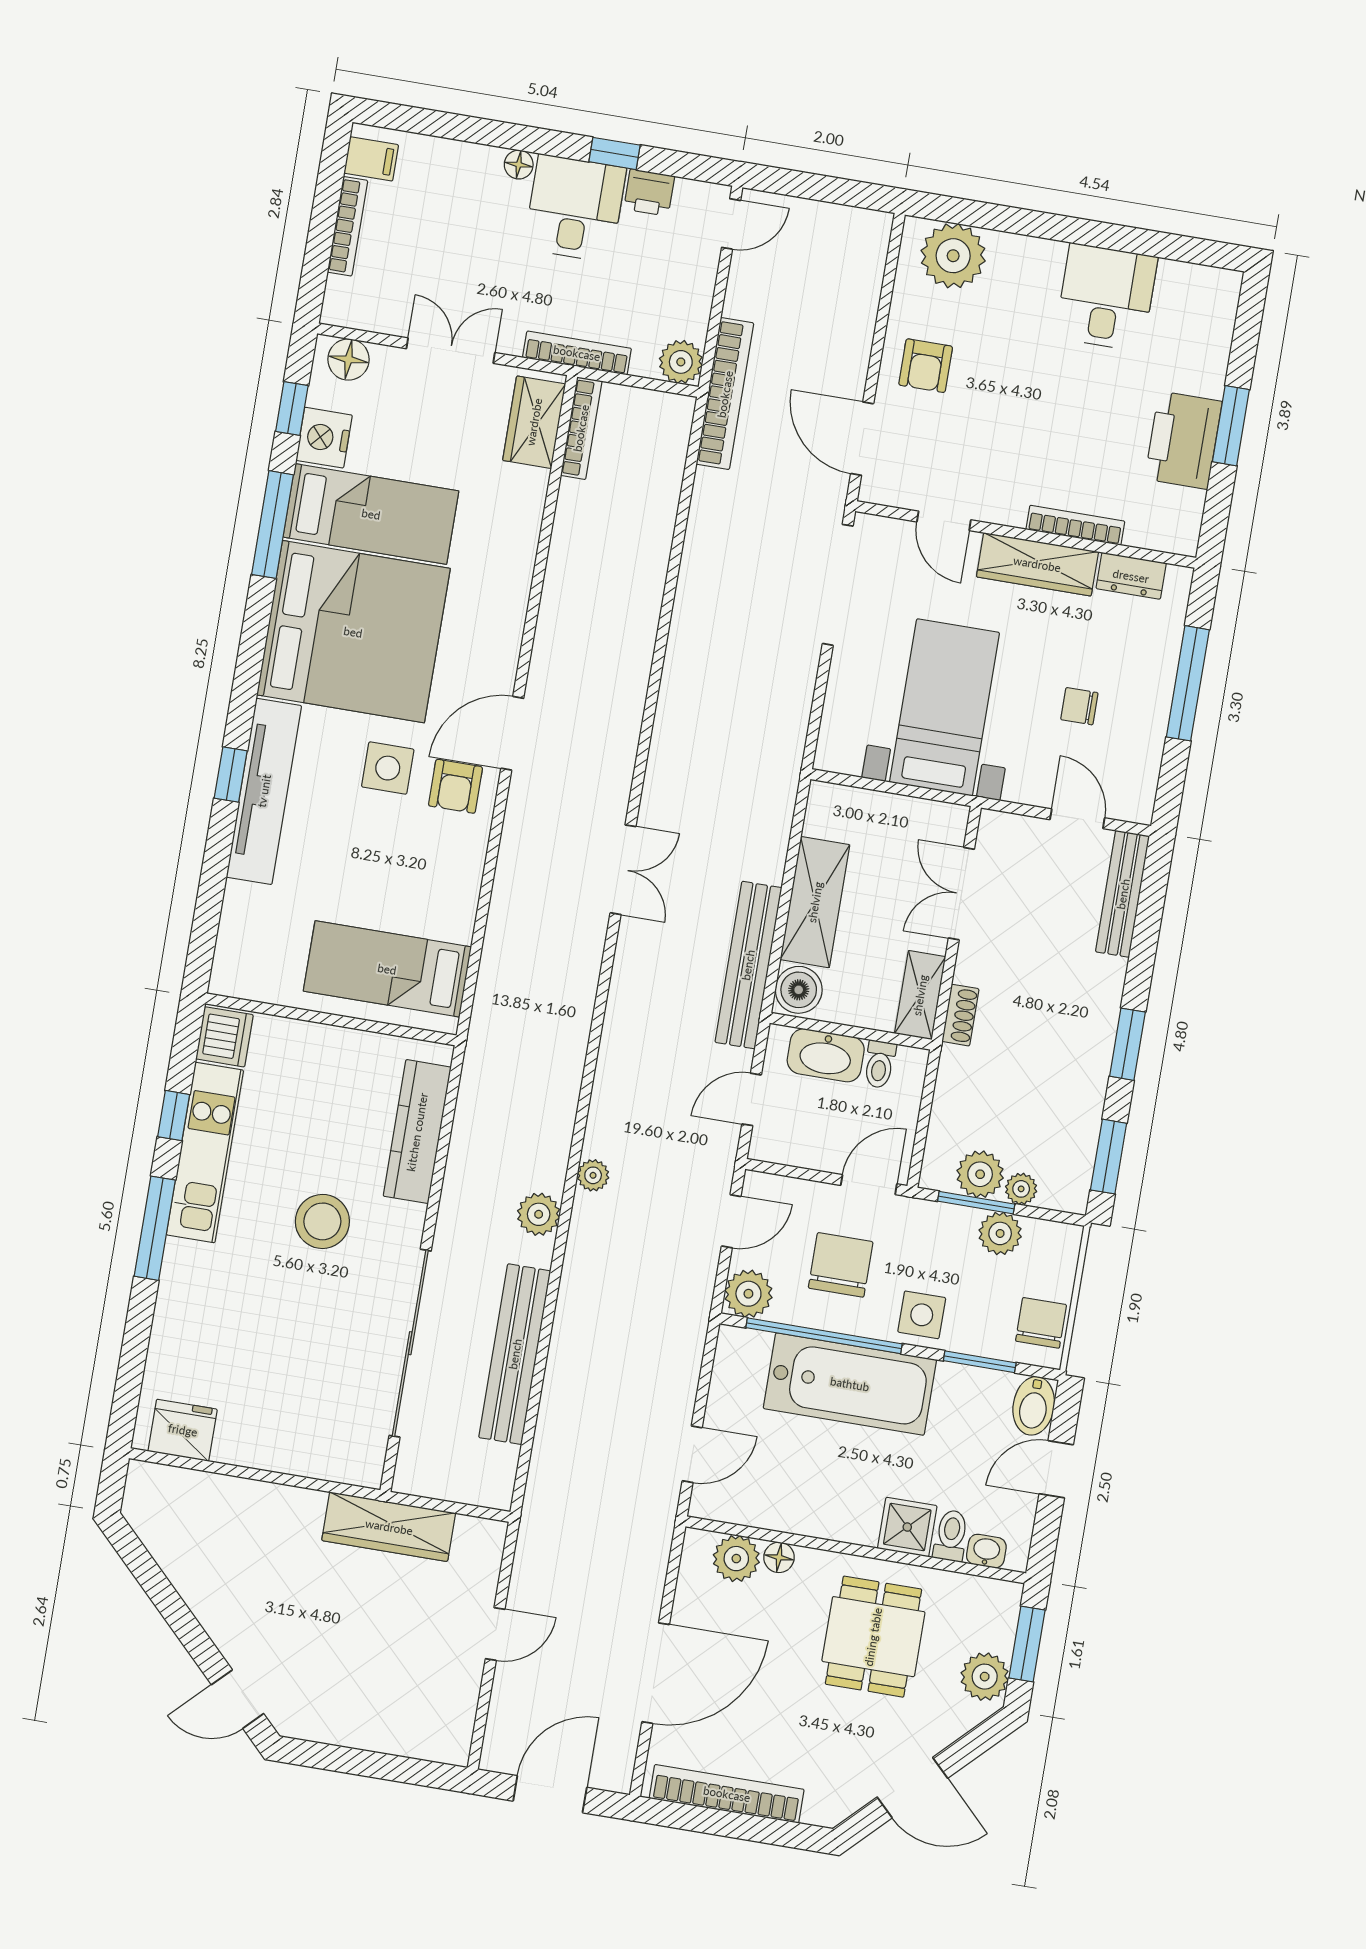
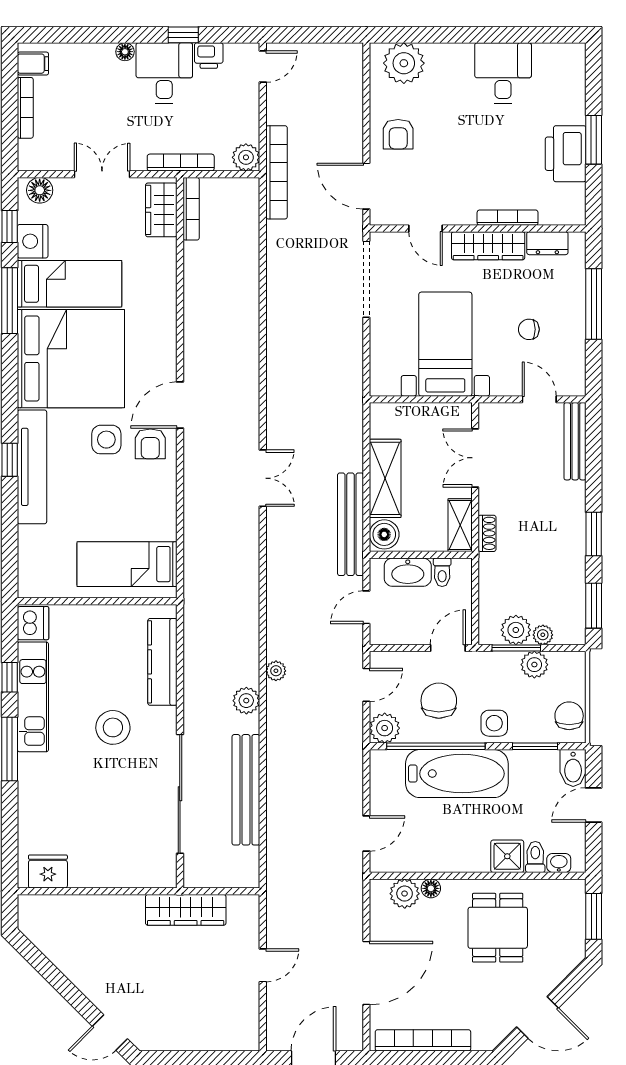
plant: (985, 1677) -> (571, 941), removed

